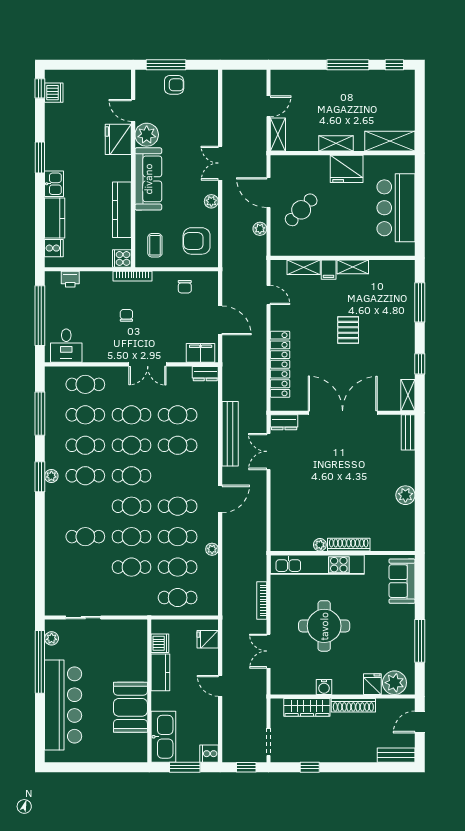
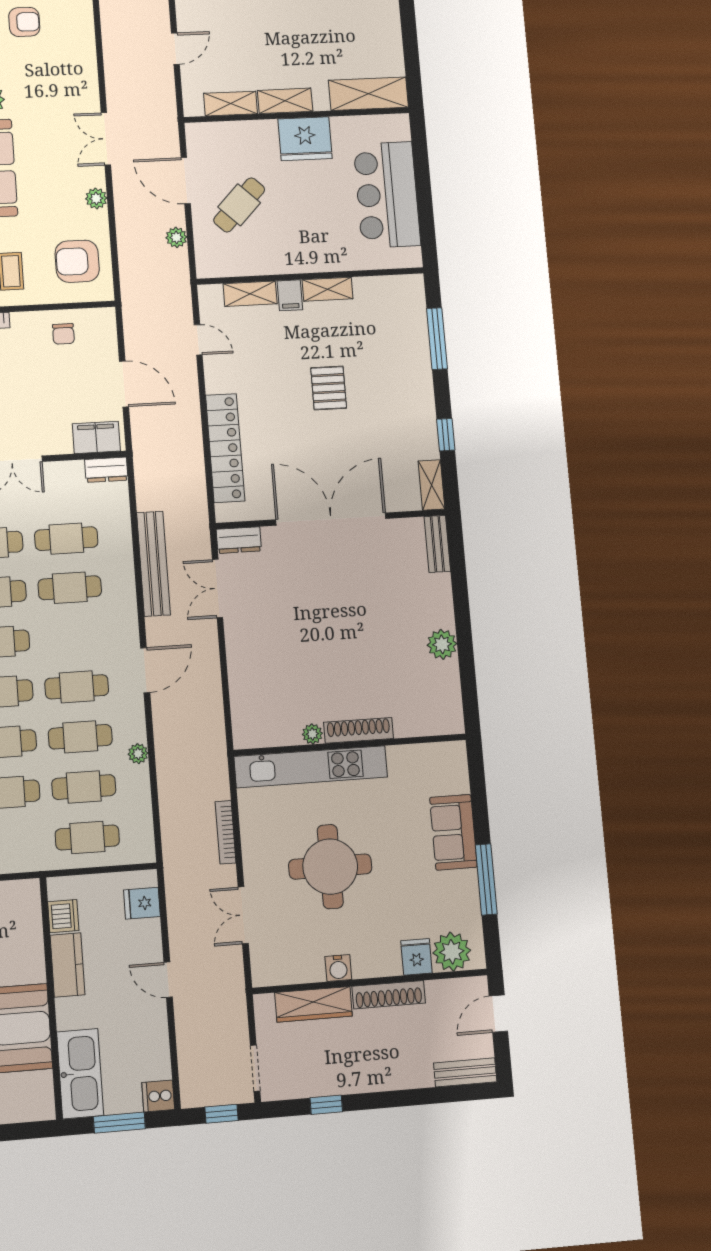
shelving: (278, 135) -> (231, 104), moved, turned 90
sofa: (402, 581) -> (453, 832), moved

